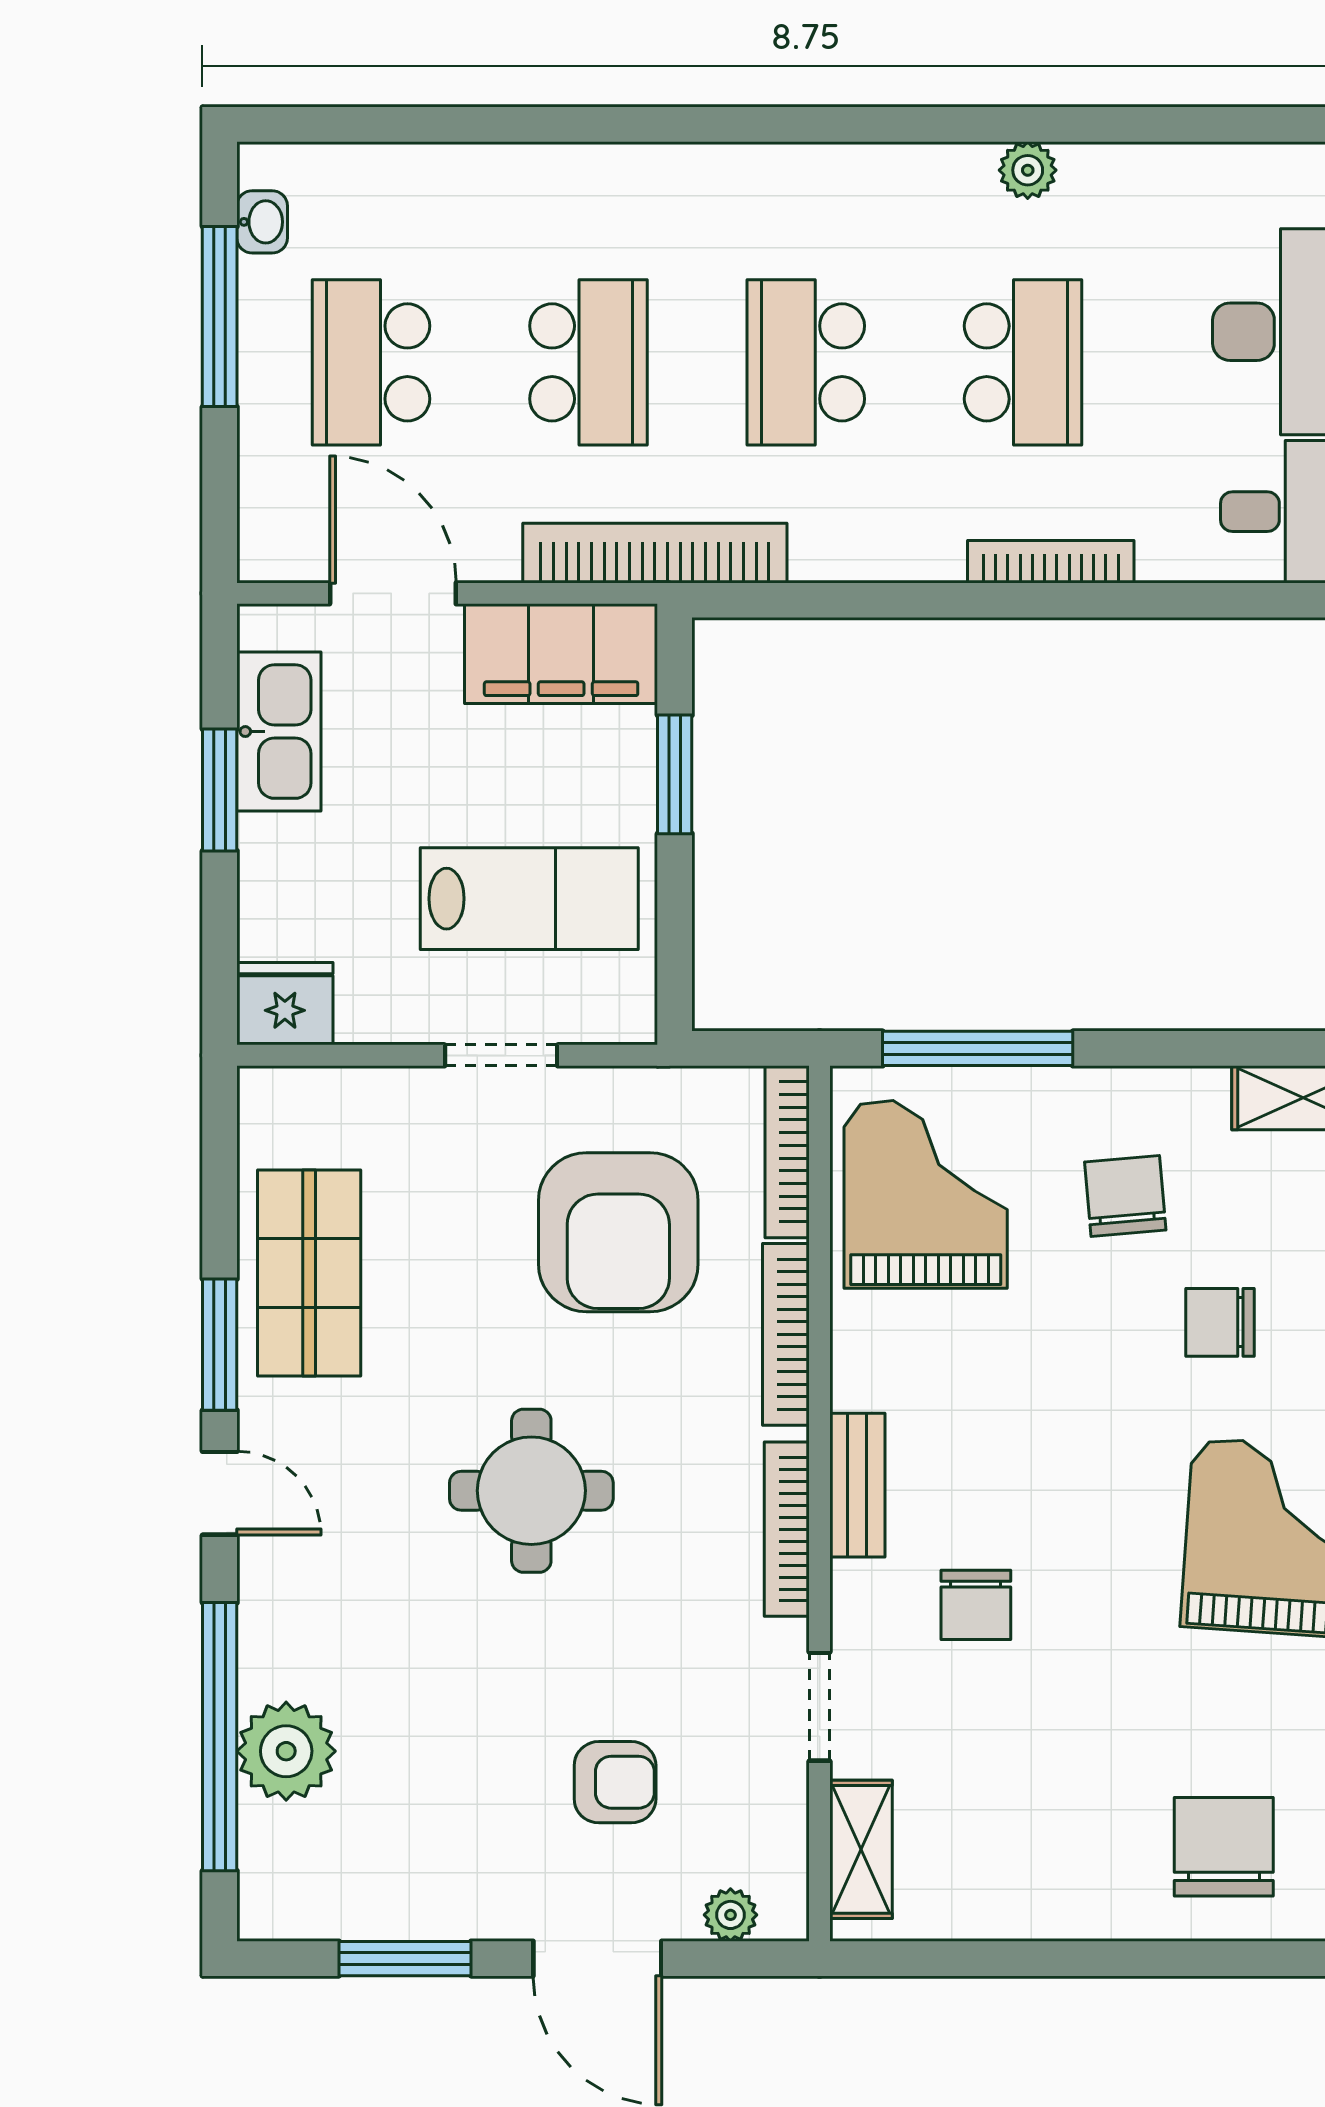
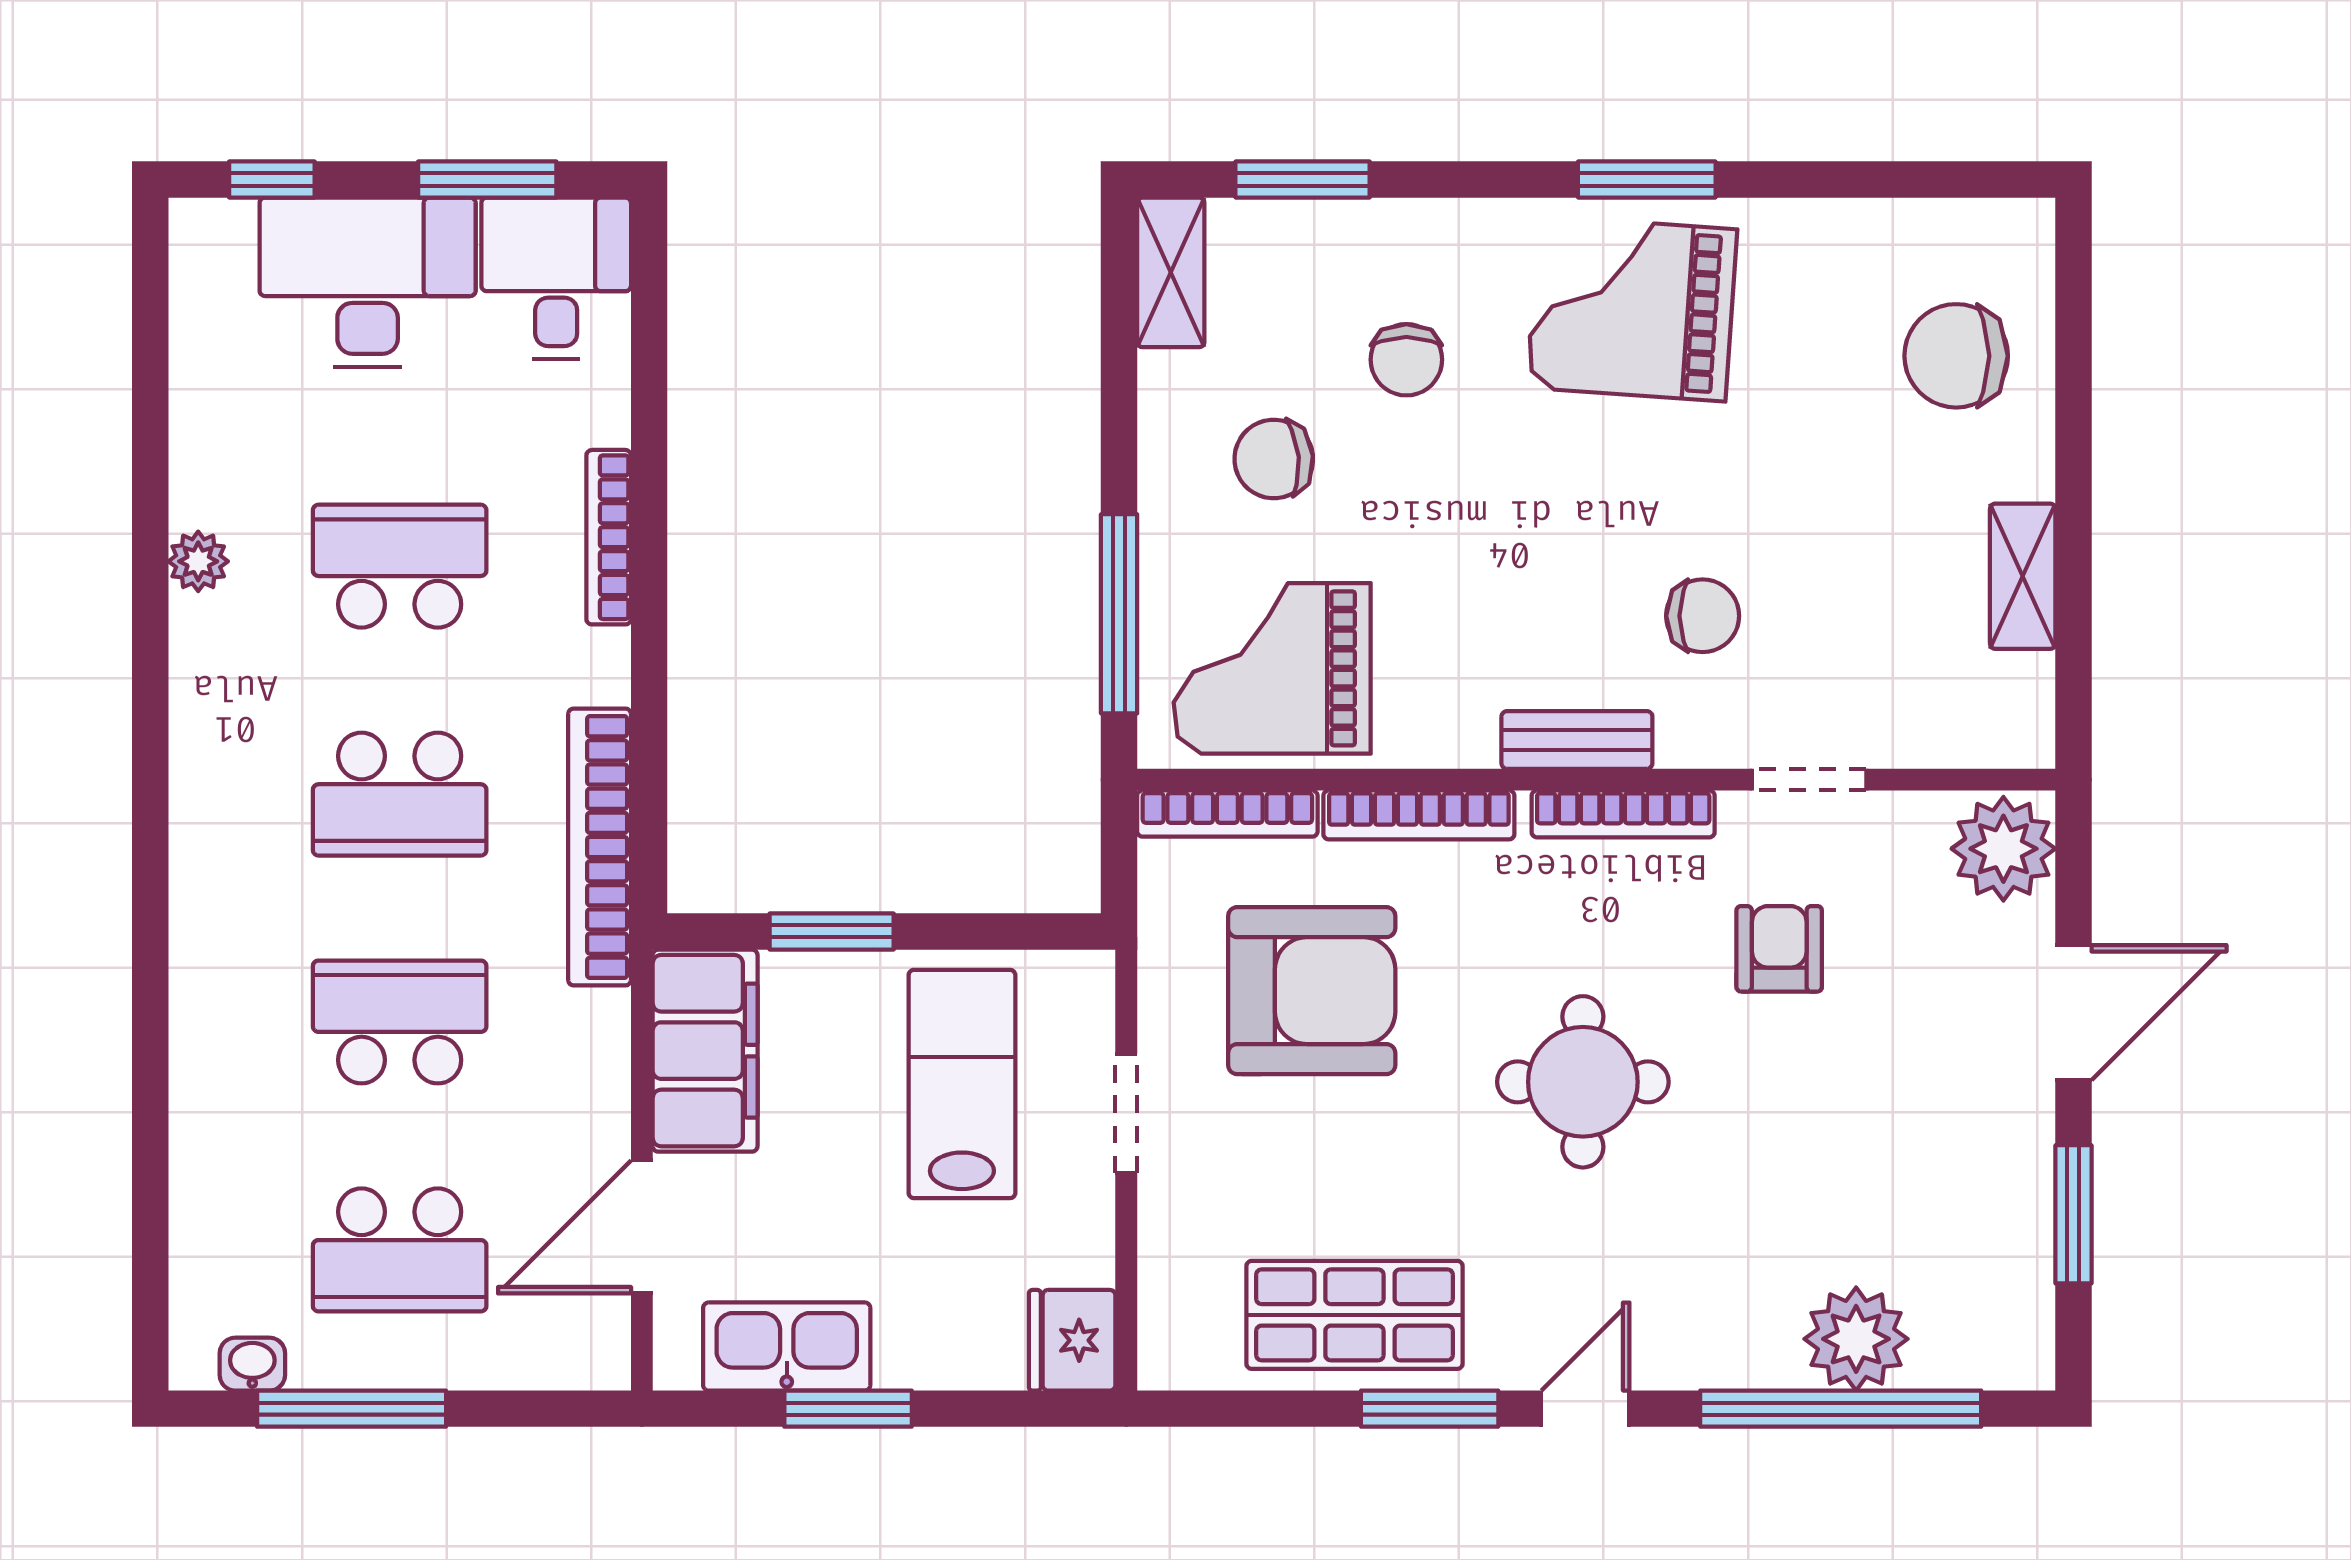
bookcase: (655, 553) -> (600, 847), moved
armchair: (615, 1782) -> (1779, 949), moved
shelving: (861, 1849) -> (2023, 576), moved, turned 90
plant: (730, 1915) -> (2003, 849), width x1.88, depth x1.88

